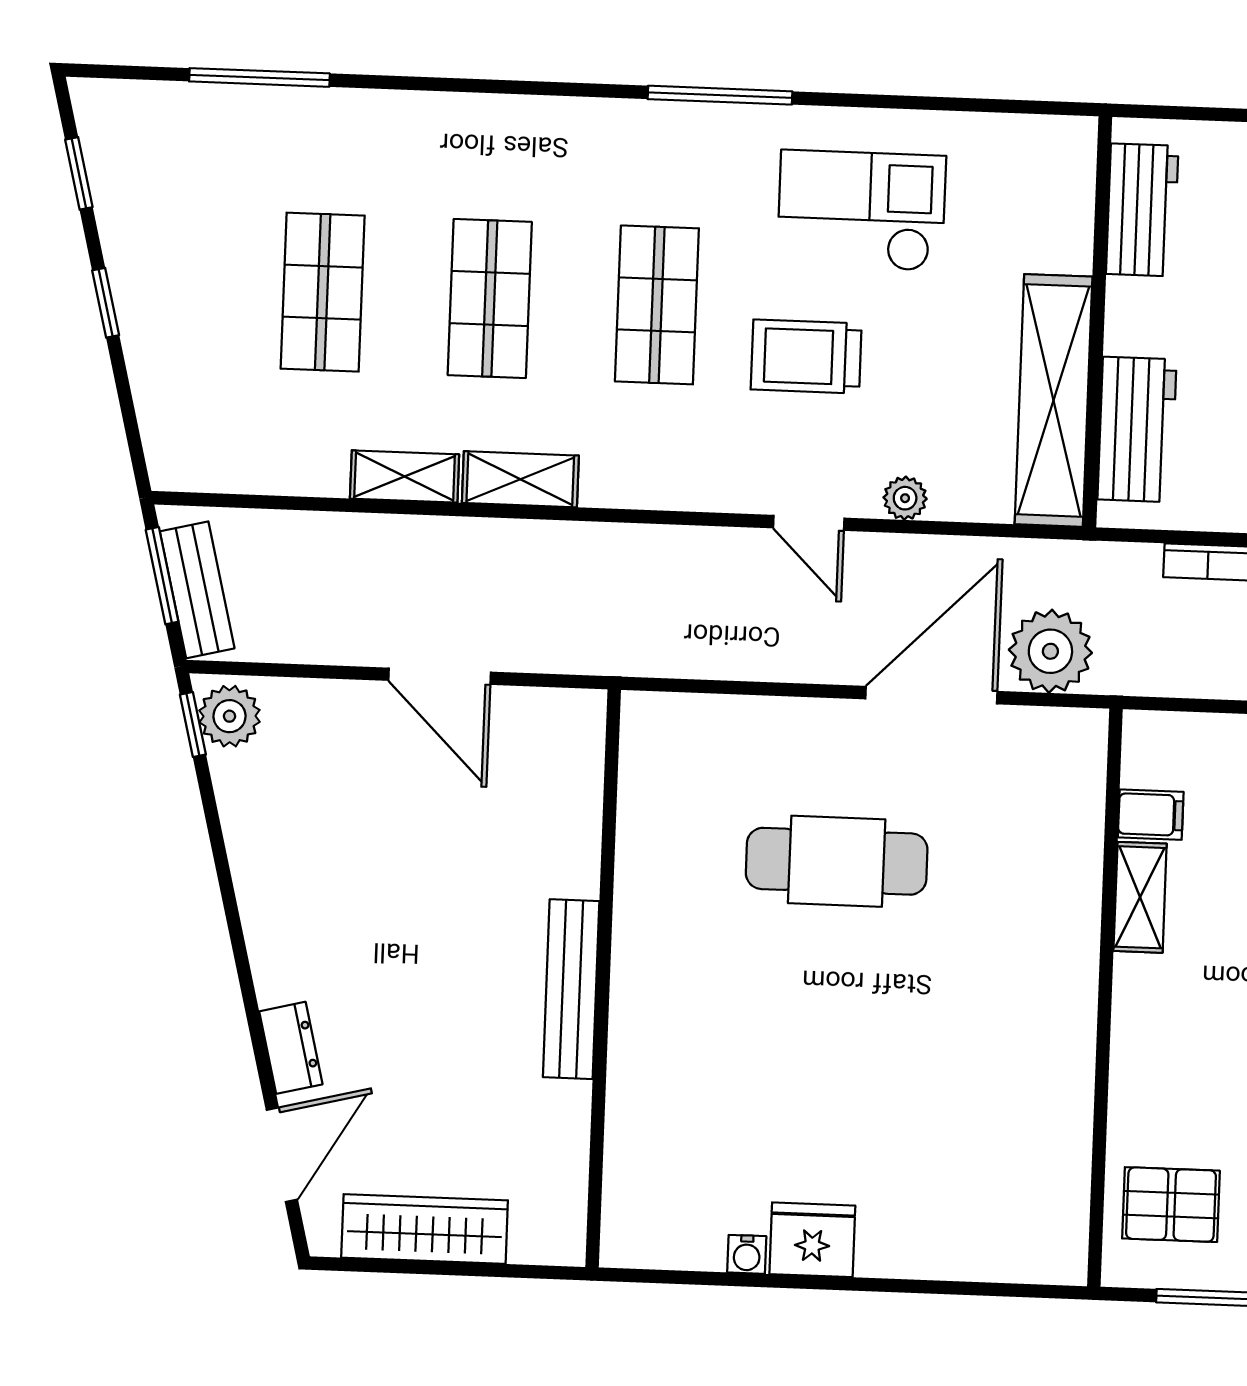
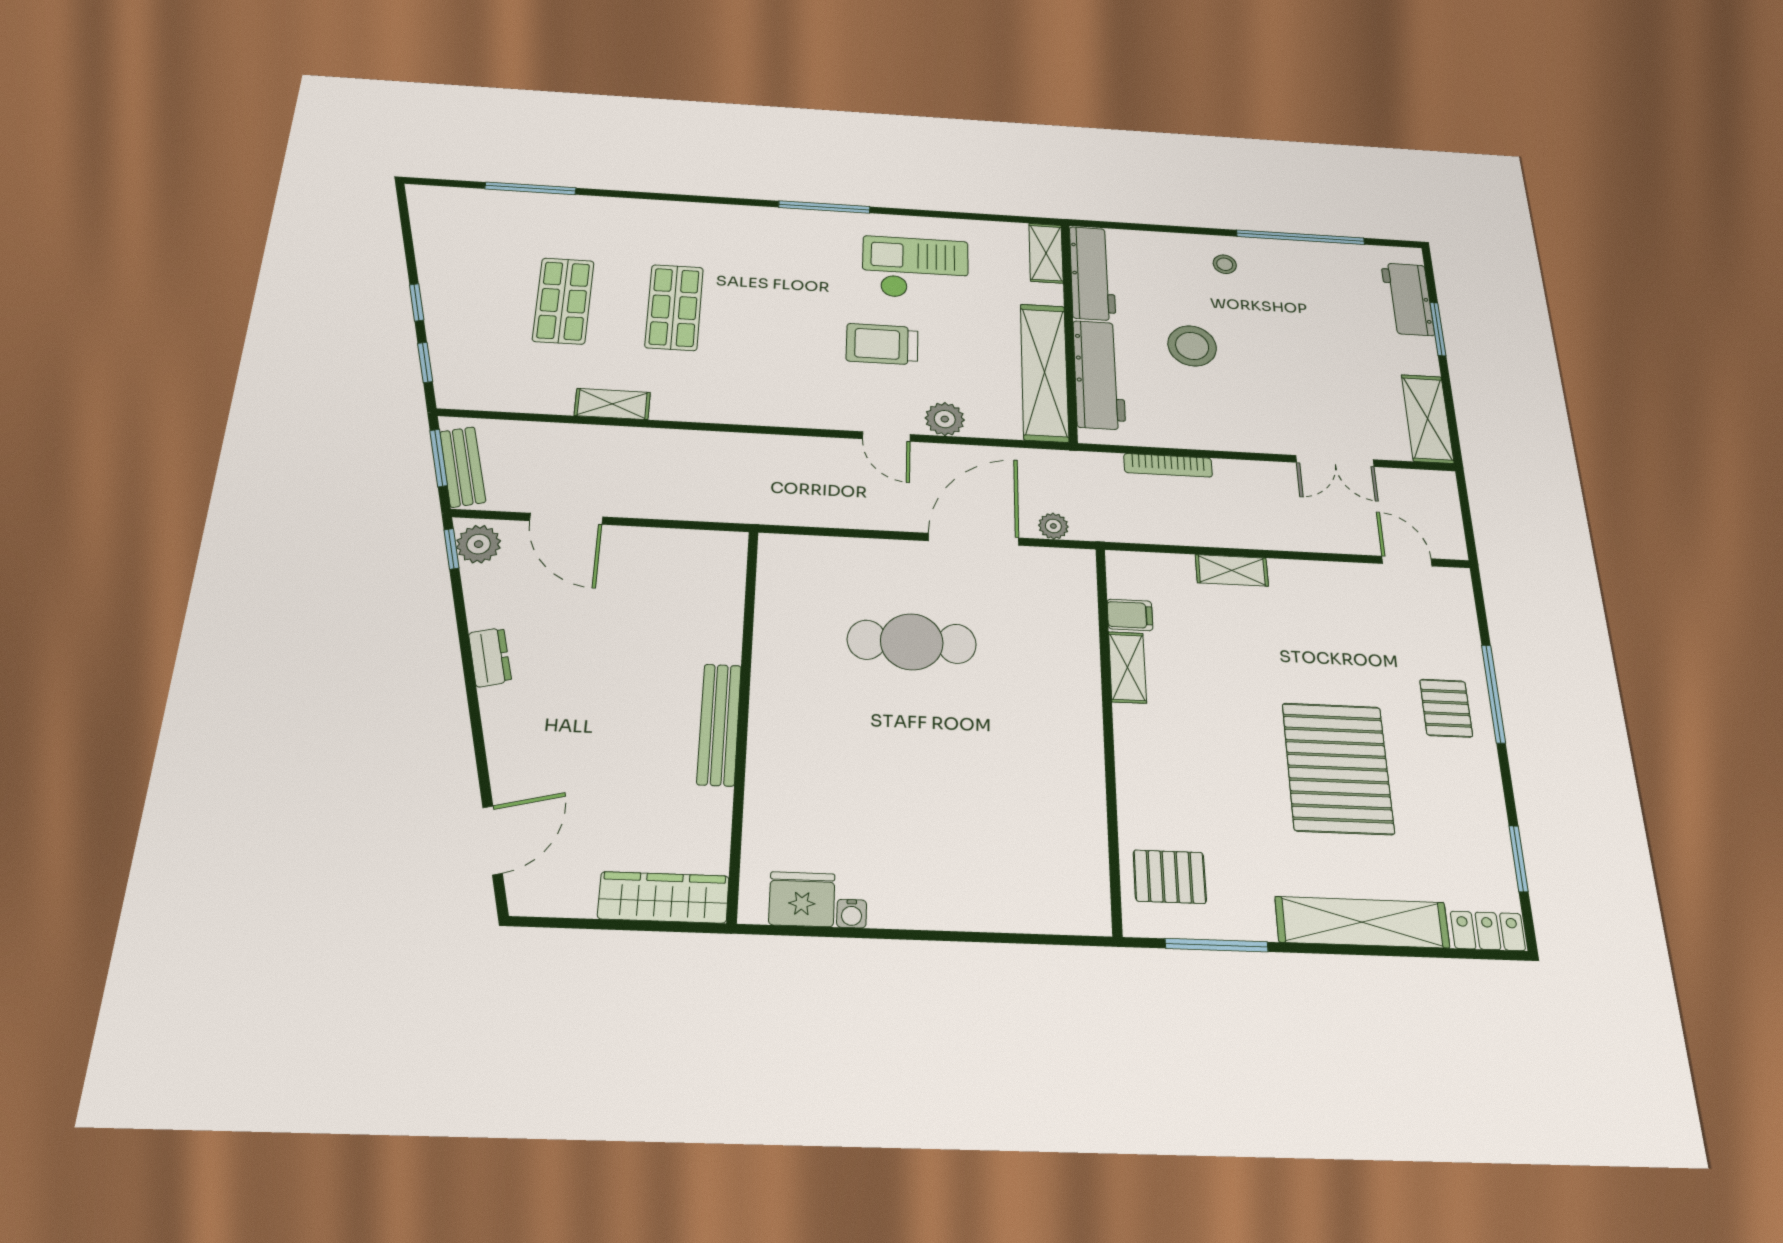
window: (79, 173) -> (425, 362), moved
workbench: (1142, 210) -> (1092, 273), width x1.38
shop shelf: (657, 305) -> (784, 314), removed
workbench: (1137, 429) -> (1099, 375), width x1.38
shelving: (520, 479) -> (1046, 253), moved, turned 90
plant: (905, 498) -> (945, 419), width x1.38, depth x1.38
plant: (1050, 651) -> (1053, 526), width x0.53, depth x0.53
door: (440, 676) -> (566, 519), moved
dresser: (291, 1048) -> (490, 657), moved
wardrobe: (425, 1229) -> (664, 897), moved
fridge: (812, 1240) -> (802, 899), moved

